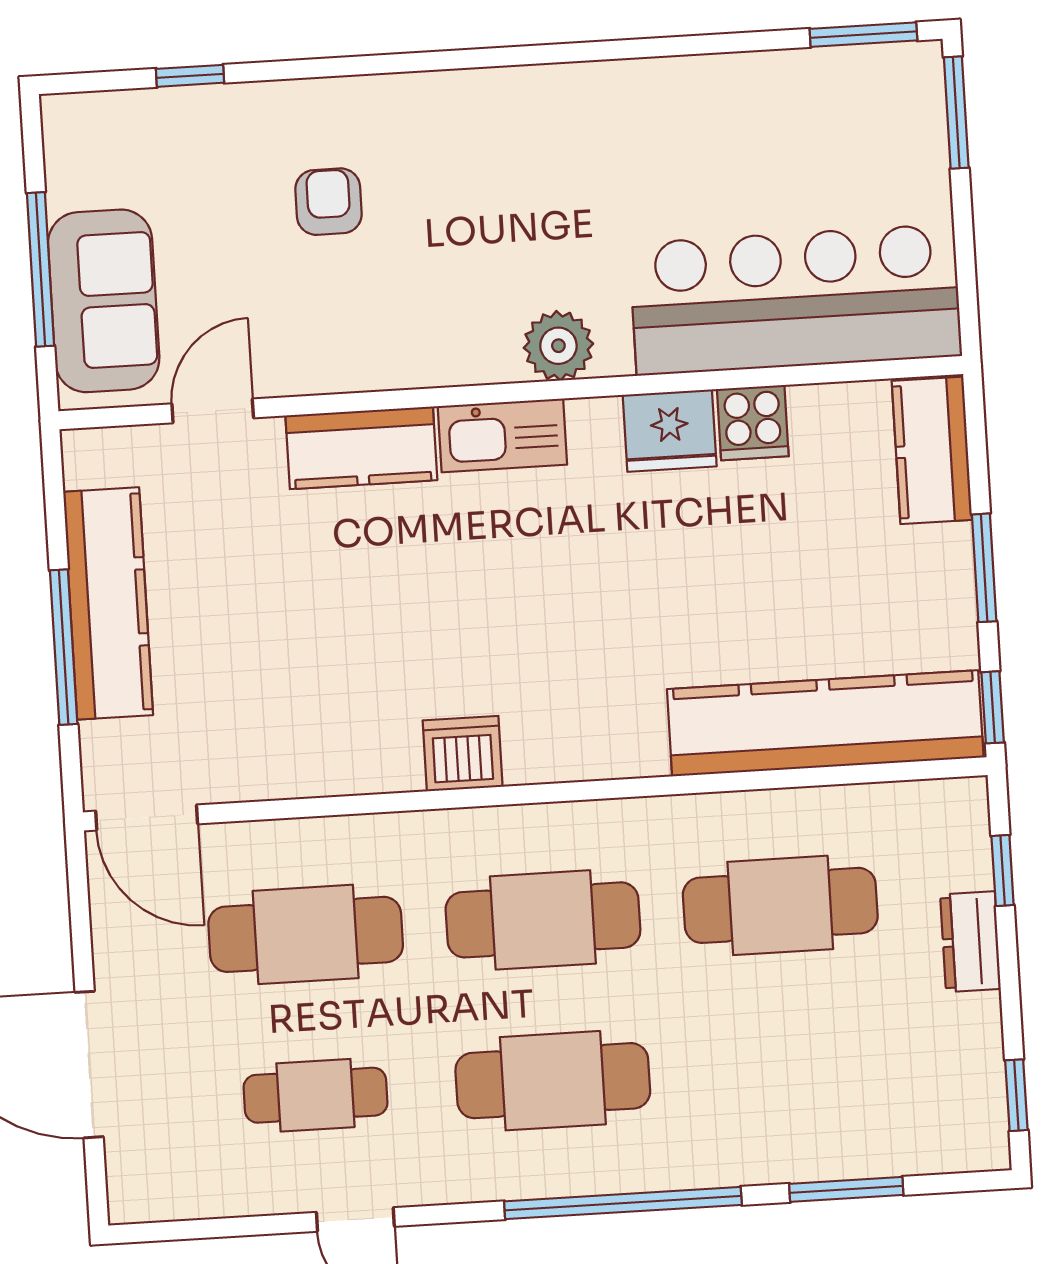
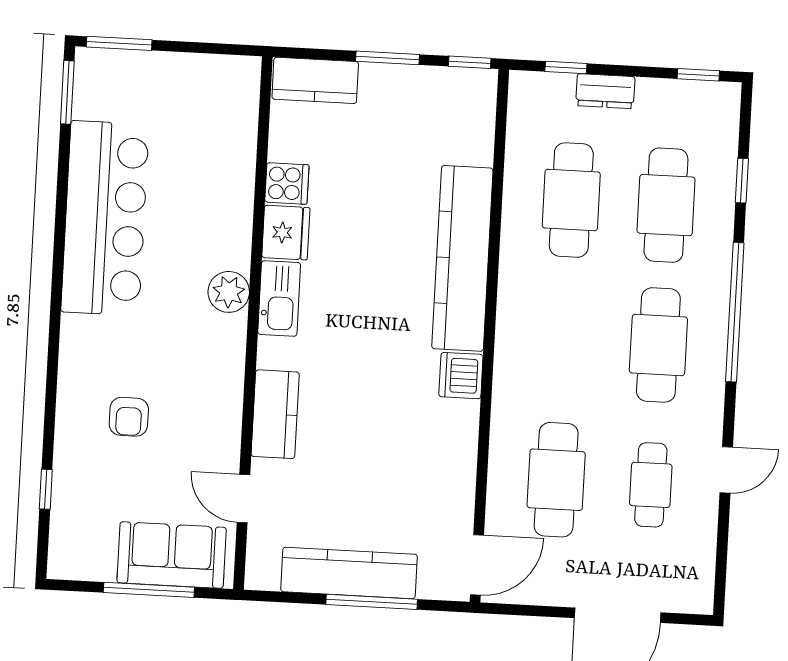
armchair: (328, 202) -> (129, 417), turned -90
bar counter: (795, 300) -> (105, 218), moved, turned 180
kitchen sink: (502, 435) -> (279, 299), moved
kitchen counter: (825, 723) -> (462, 258), moved
cafe table: (543, 920) -> (666, 205), moved
window: (846, 1189) -> (742, 181), width x0.67

